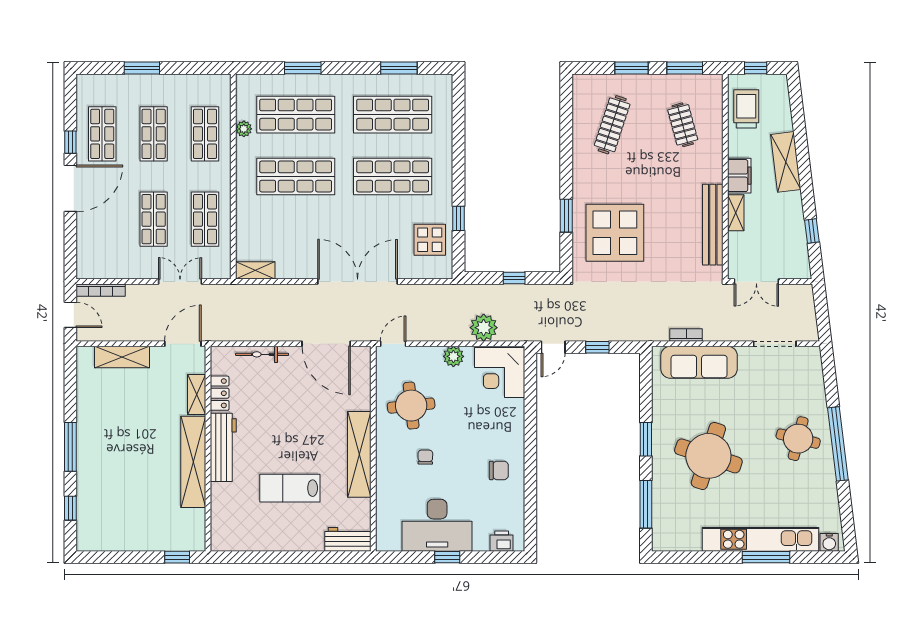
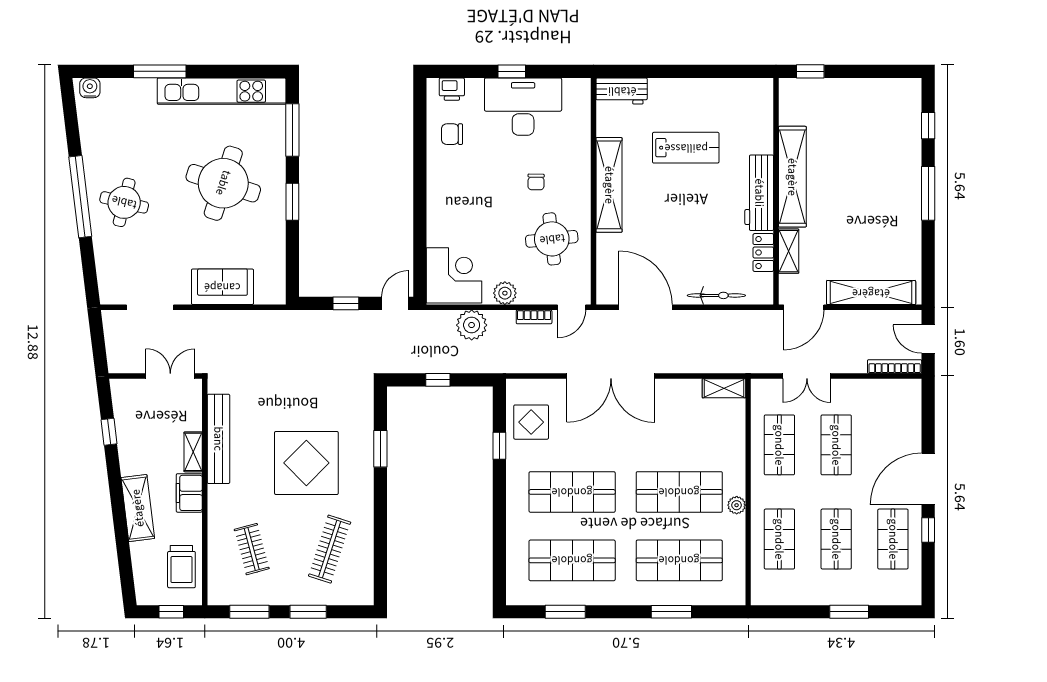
plant: (244, 129) -> (737, 505), moved
display table: (615, 233) -> (306, 463), moved
bookcase: (686, 335) -> (534, 317), moved
shelving: (122, 357) -> (871, 293), width x1.47
sofa: (699, 362) -> (222, 287), width x0.73
chair: (499, 470) -> (452, 134), moved
kitchen unit: (760, 539) -> (222, 91), moved

